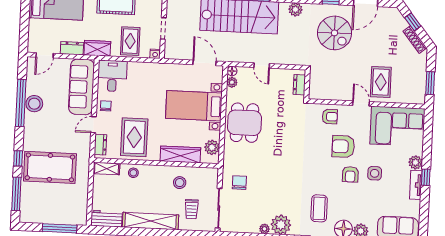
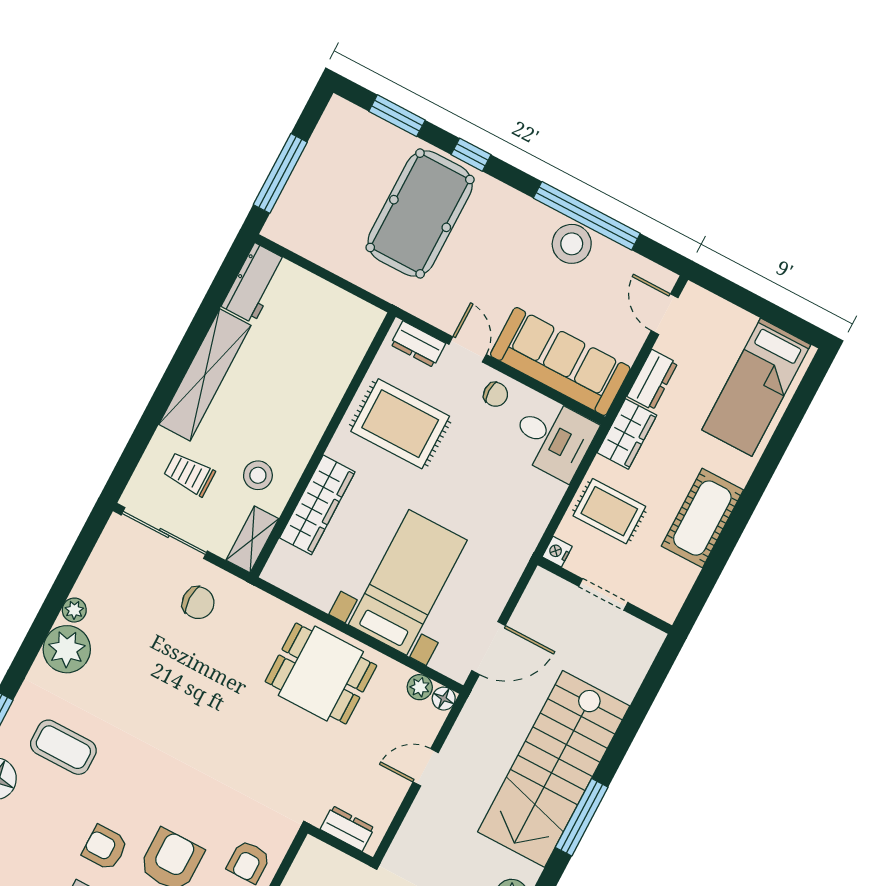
plant: (212, 147) -> (301, 579), removed
shelving: (107, 169) -> (252, 539), moved
stool: (133, 173) -> (325, 386), removed
window: (16, 194) -> (397, 116), width x0.69

